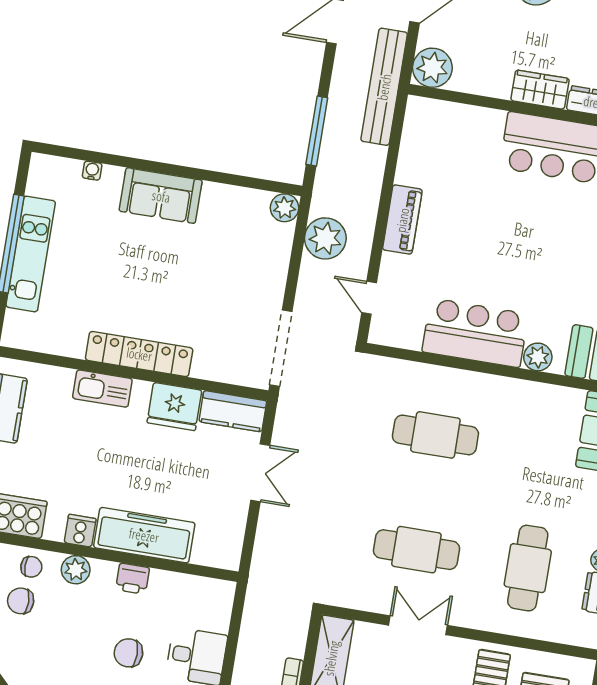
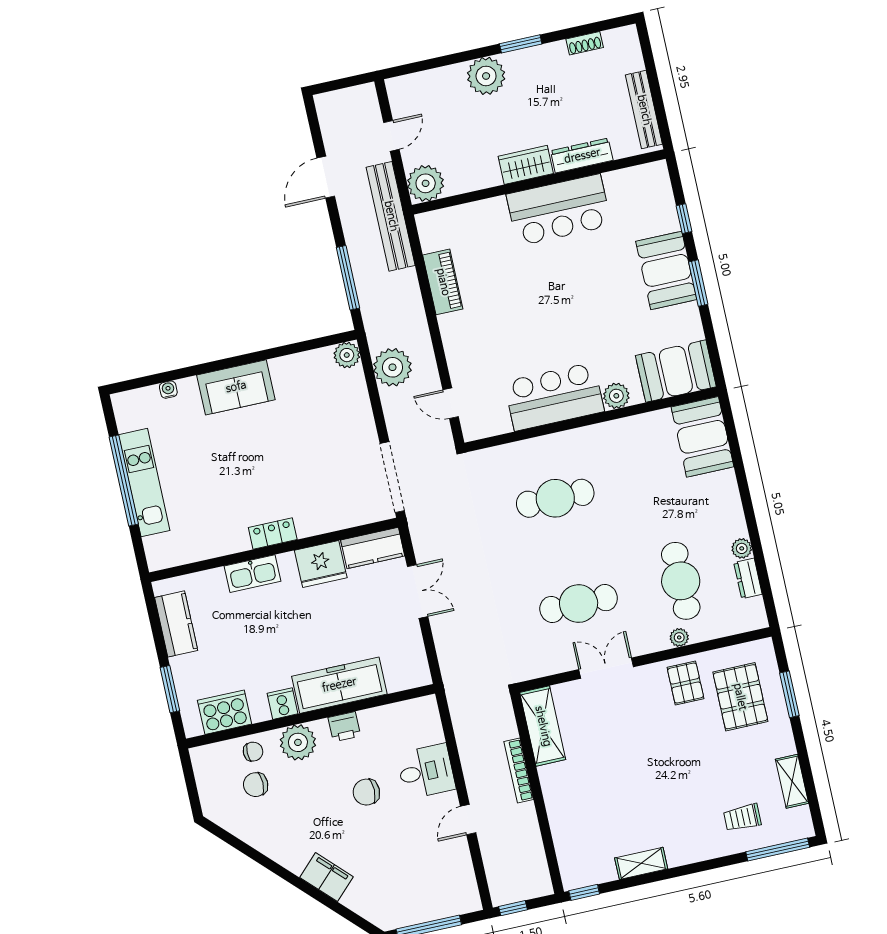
piano: (402, 220) -> (443, 282), moved
locker: (139, 354) -> (273, 533), width x0.46, depth x0.83
plant: (76, 570) -> (298, 742), width x1.36, depth x1.36
plant: (504, 624) -> (679, 637), added

